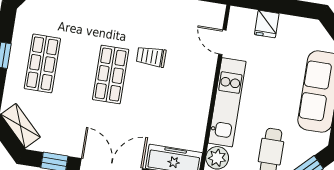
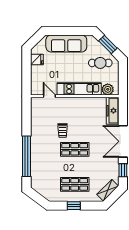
fridge: (267, 24) -> (37, 60), moved
door: (222, 42) -> (49, 96), swing flipped

